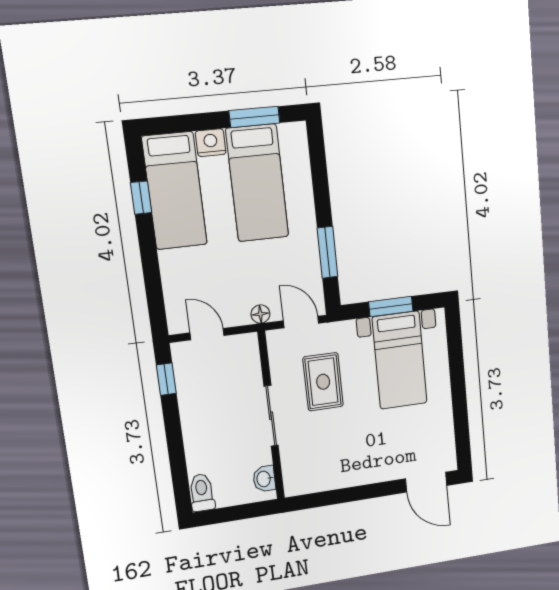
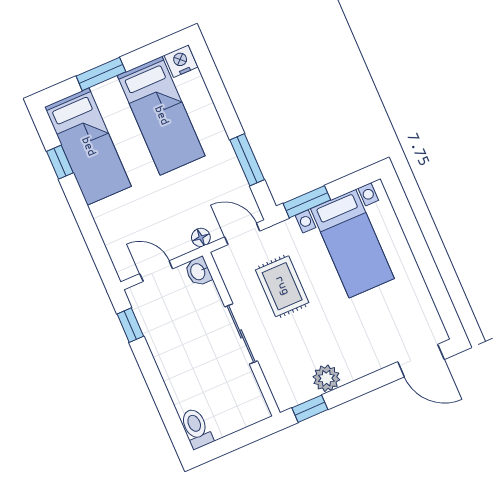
window: (254, 117) -> (101, 74), moved
nightstand: (211, 143) -> (181, 61), moved
window: (391, 307) -> (307, 202), moved
plant: (337, 477) -> (326, 378), added
washbasin: (264, 479) -> (198, 272), moved
window: (314, 500) -> (310, 409), added

